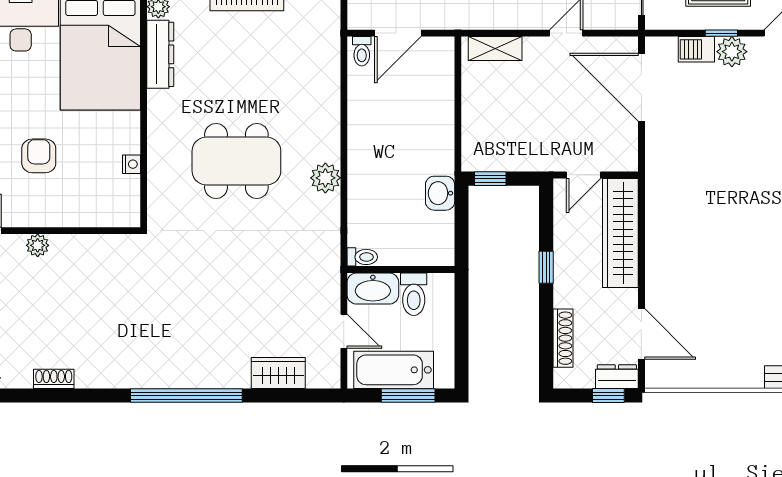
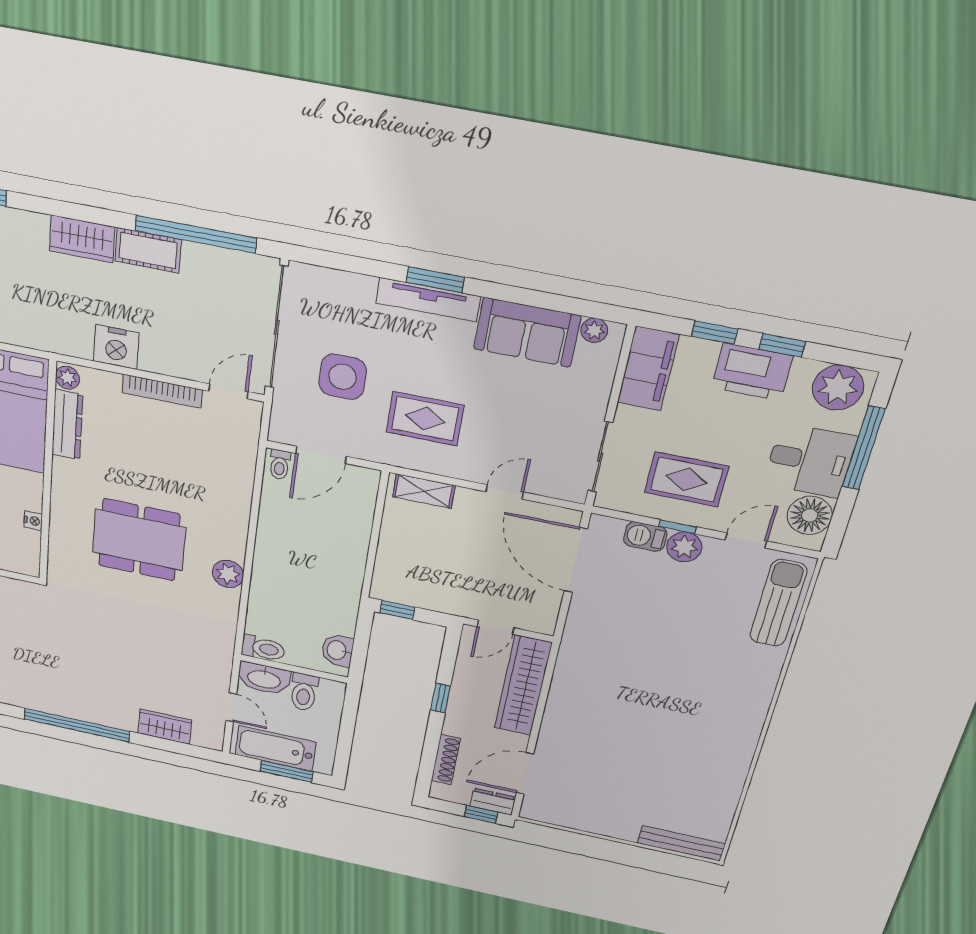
washbasin: (440, 193) -> (337, 650), moved
toilet: (362, 257) -> (263, 648), width x1.37, depth x1.39
door: (641, 334) -> (525, 773), swing flipped

